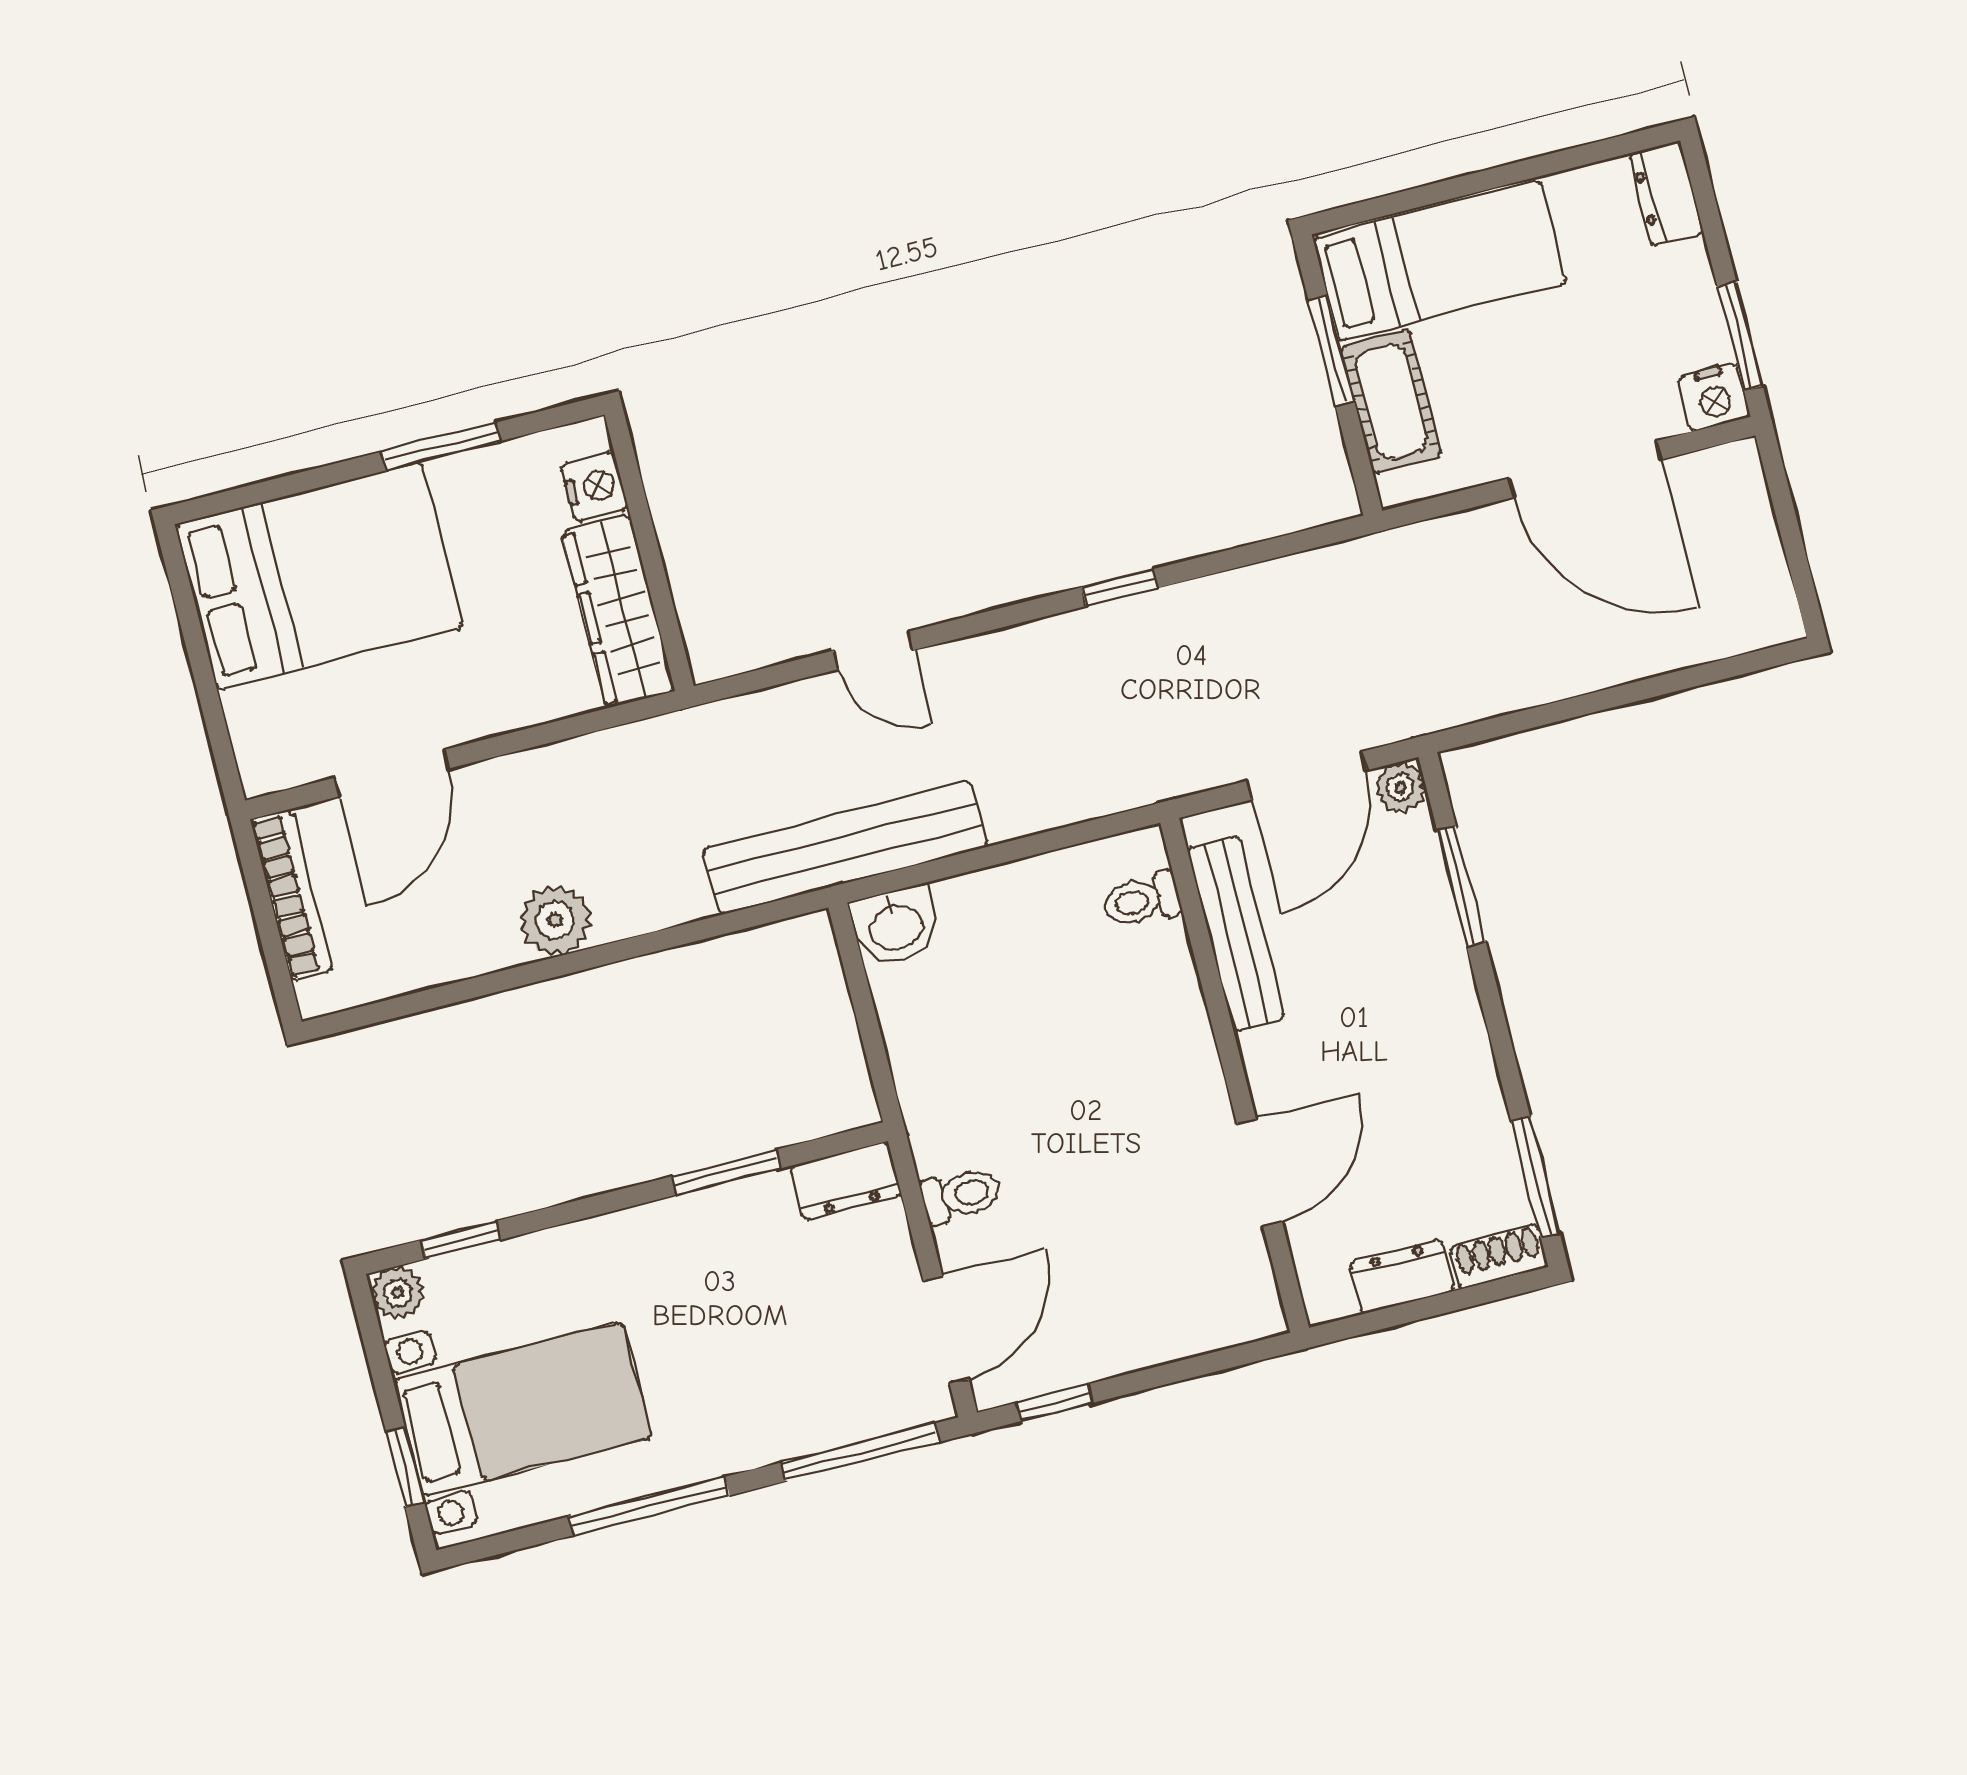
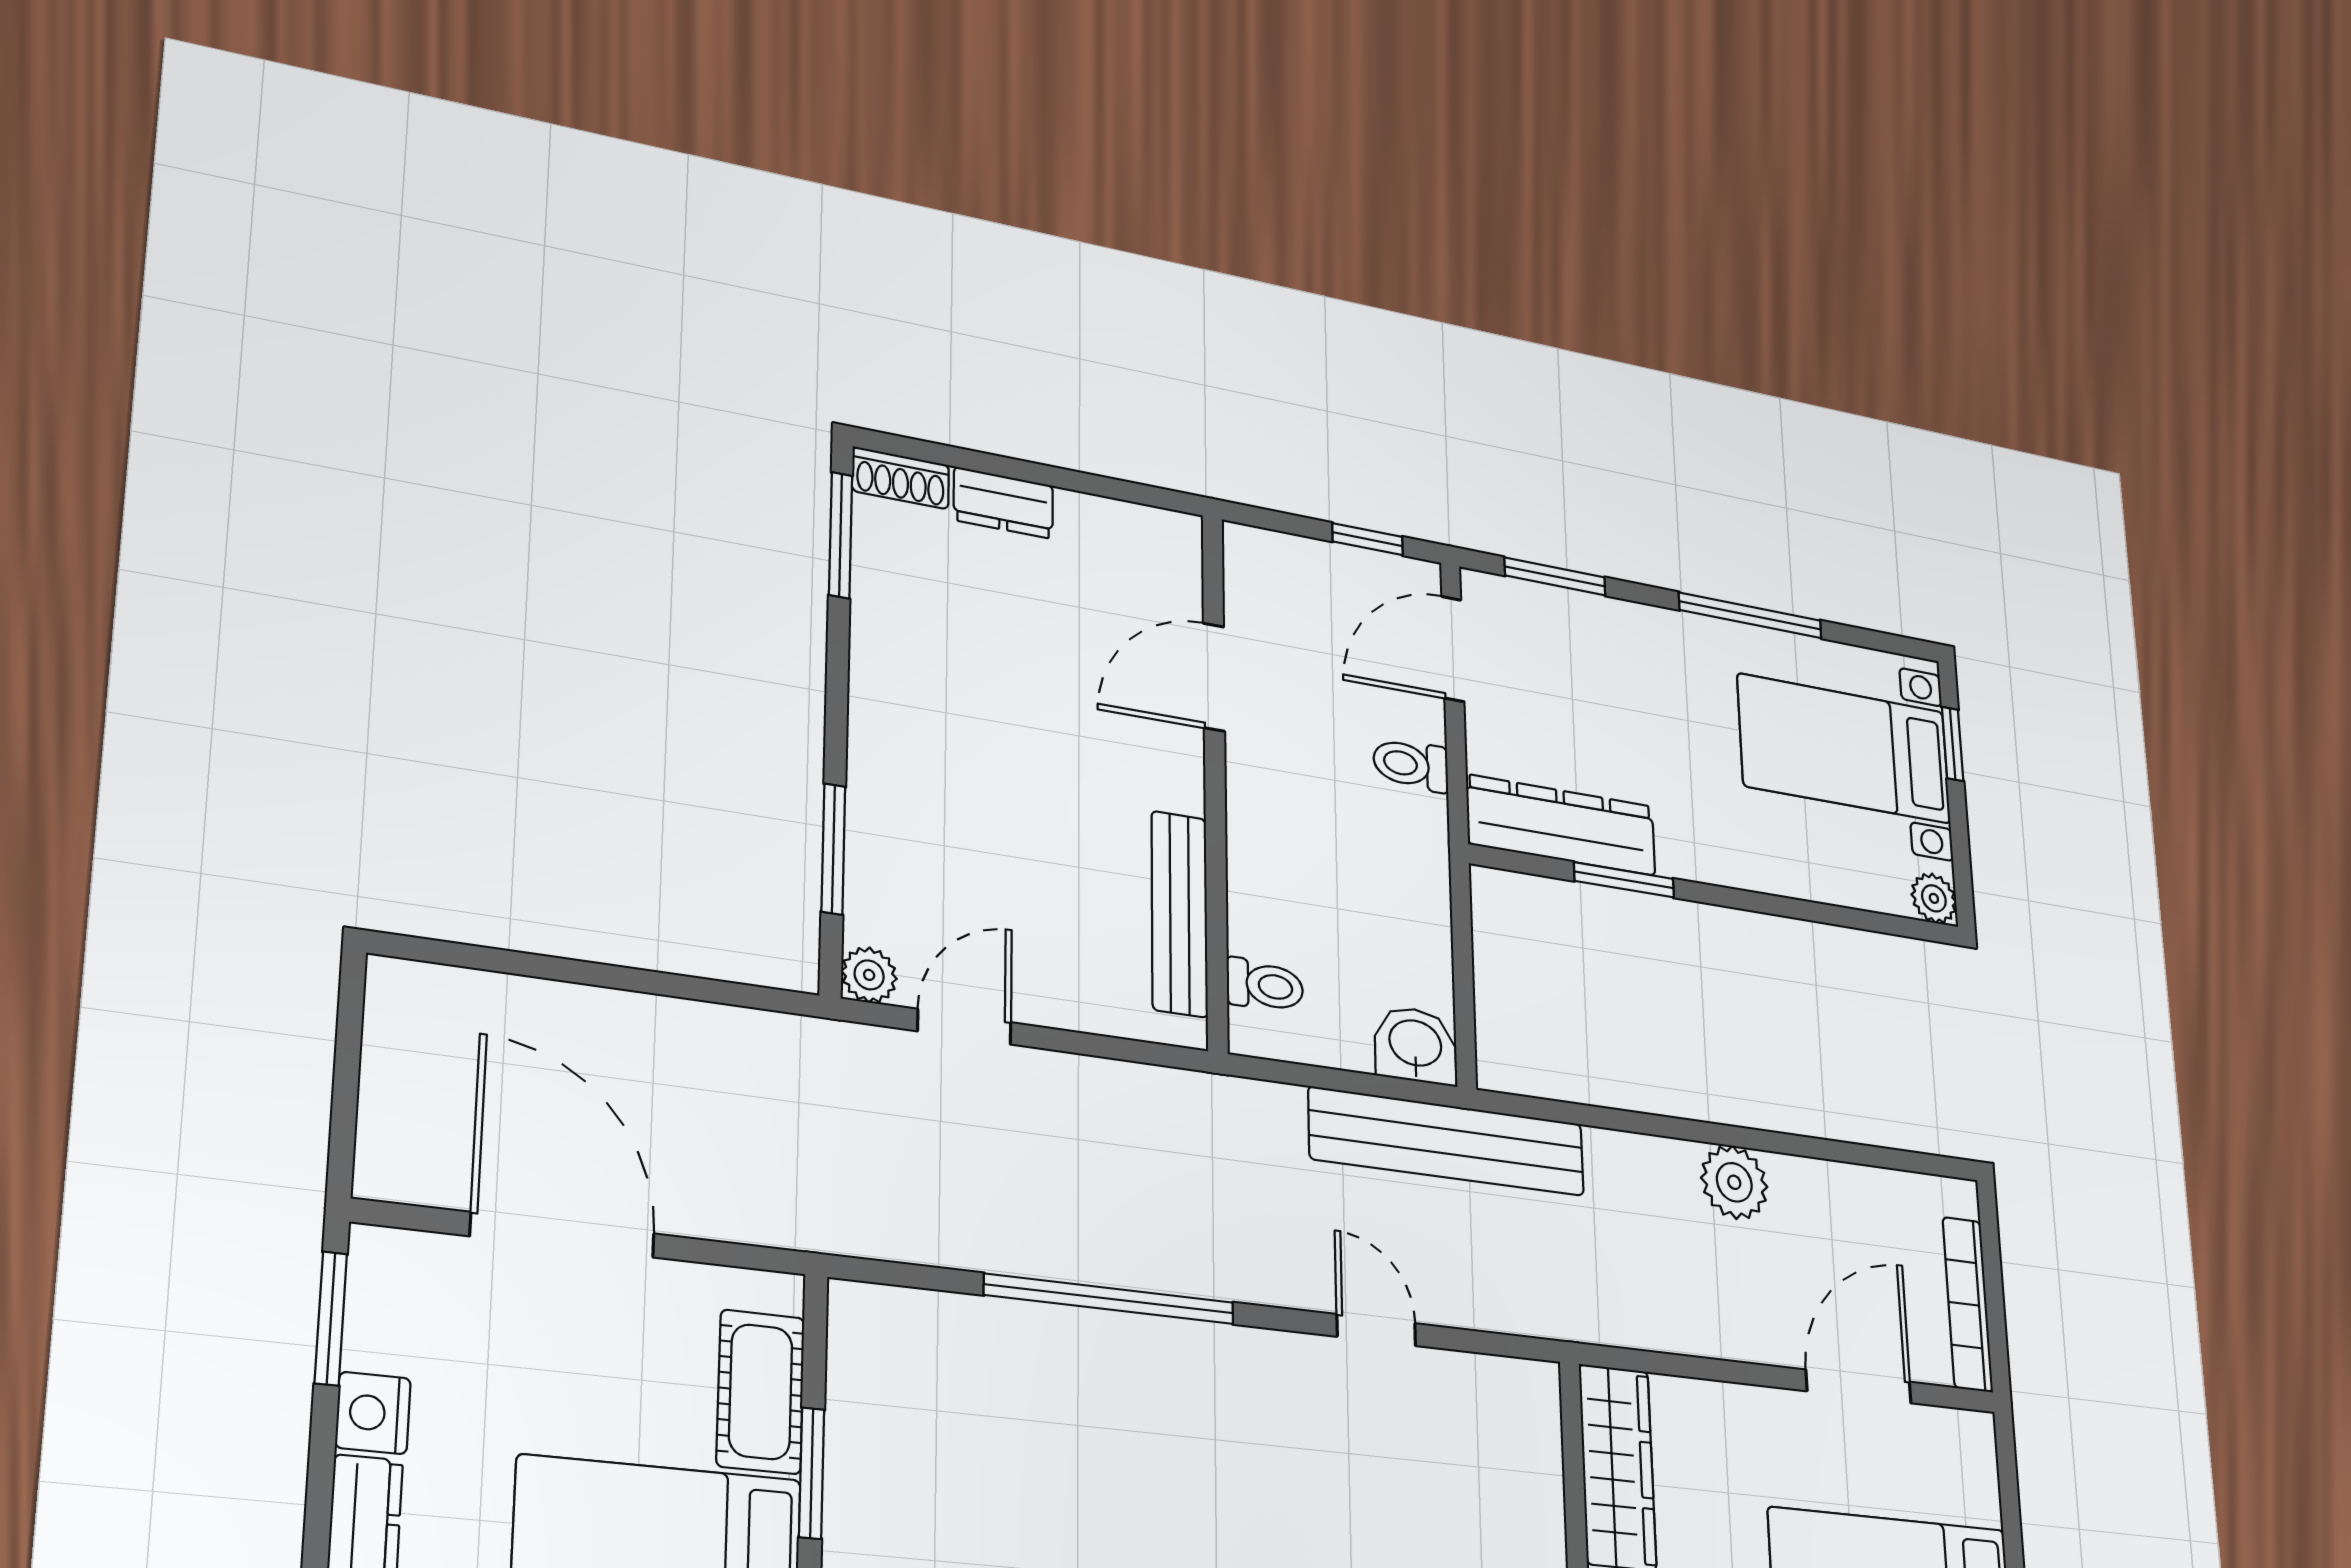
nightstand: (1714, 397) -> (373, 1413), moved, turned -90
window: (1119, 588) -> (1110, 1299), width x3.17
door: (1307, 775) -> (964, 1027), width x0.73
toilet: (1142, 900) -> (1265, 985), moved
bench: (1236, 934) -> (1179, 914), moved
wall: (1235, 1075) -> (1215, 779), moved
door: (1260, 1173) -> (1214, 677), moved
dresser: (846, 1181) -> (1561, 825), width x1.96, depth x1.24
window: (461, 1240) -> (1871, 921), removed
window: (860, 1452) -> (1555, 576), width x0.69

